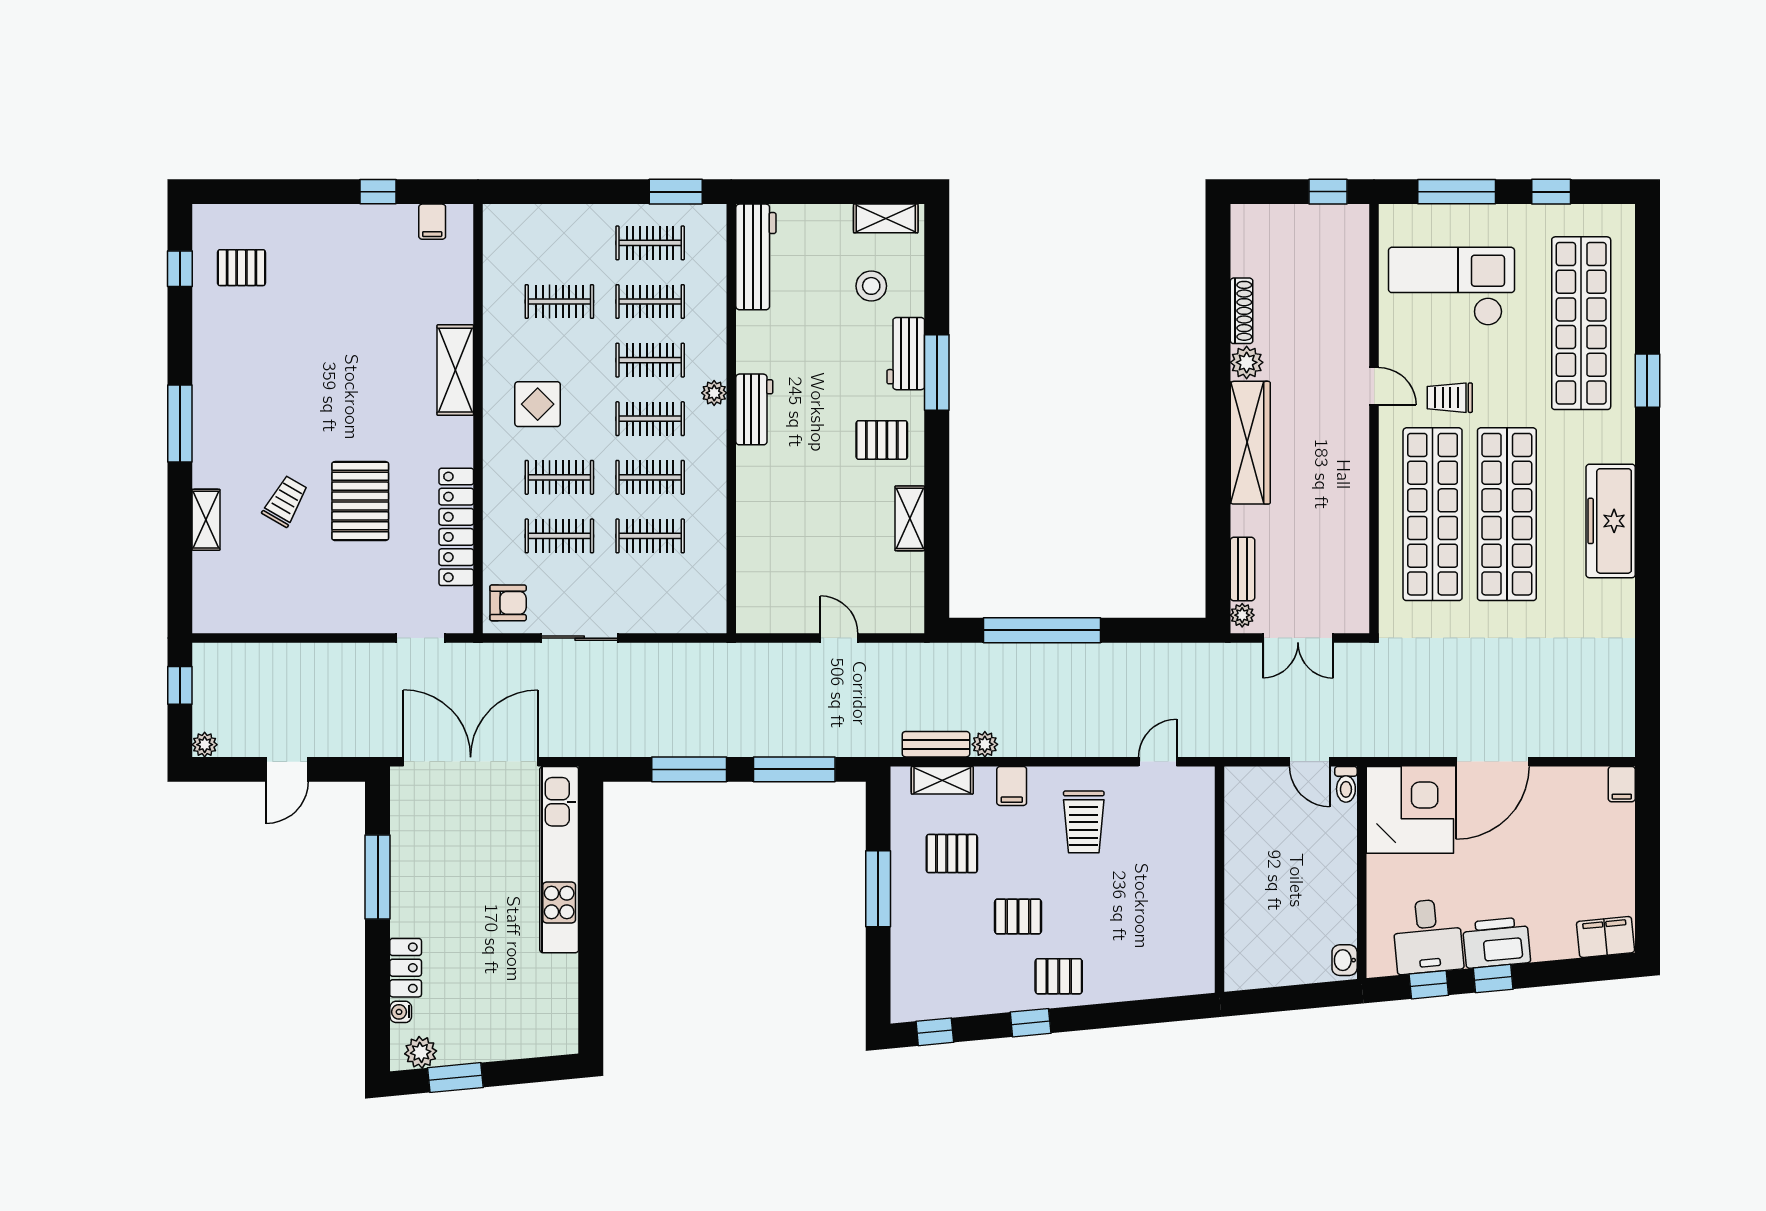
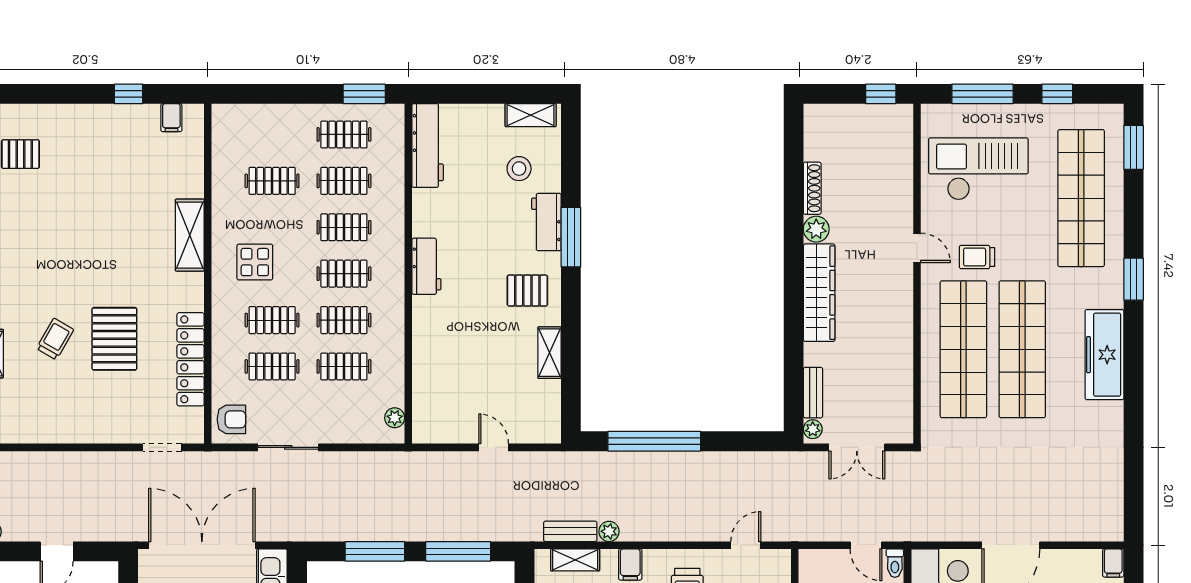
window: (1647, 259) -> (1134, 147), added
window: (1647, 381) -> (1134, 279), moved
plant: (714, 393) -> (395, 418), moved

